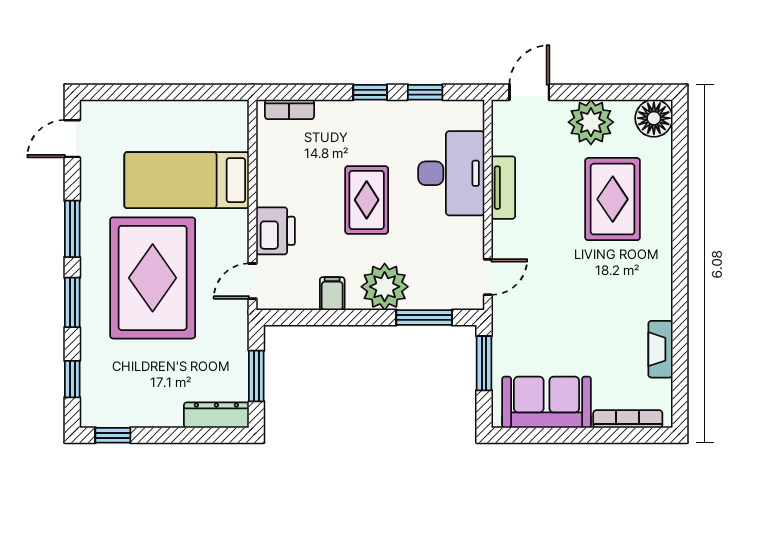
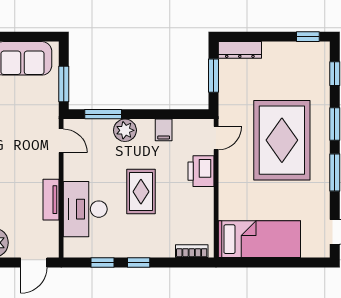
bed: (187, 180) -> (259, 239), moved
door: (488, 277) -> (61, 141), swing flipped
plant: (385, 287) -> (125, 130), width x0.73, depth x0.73

